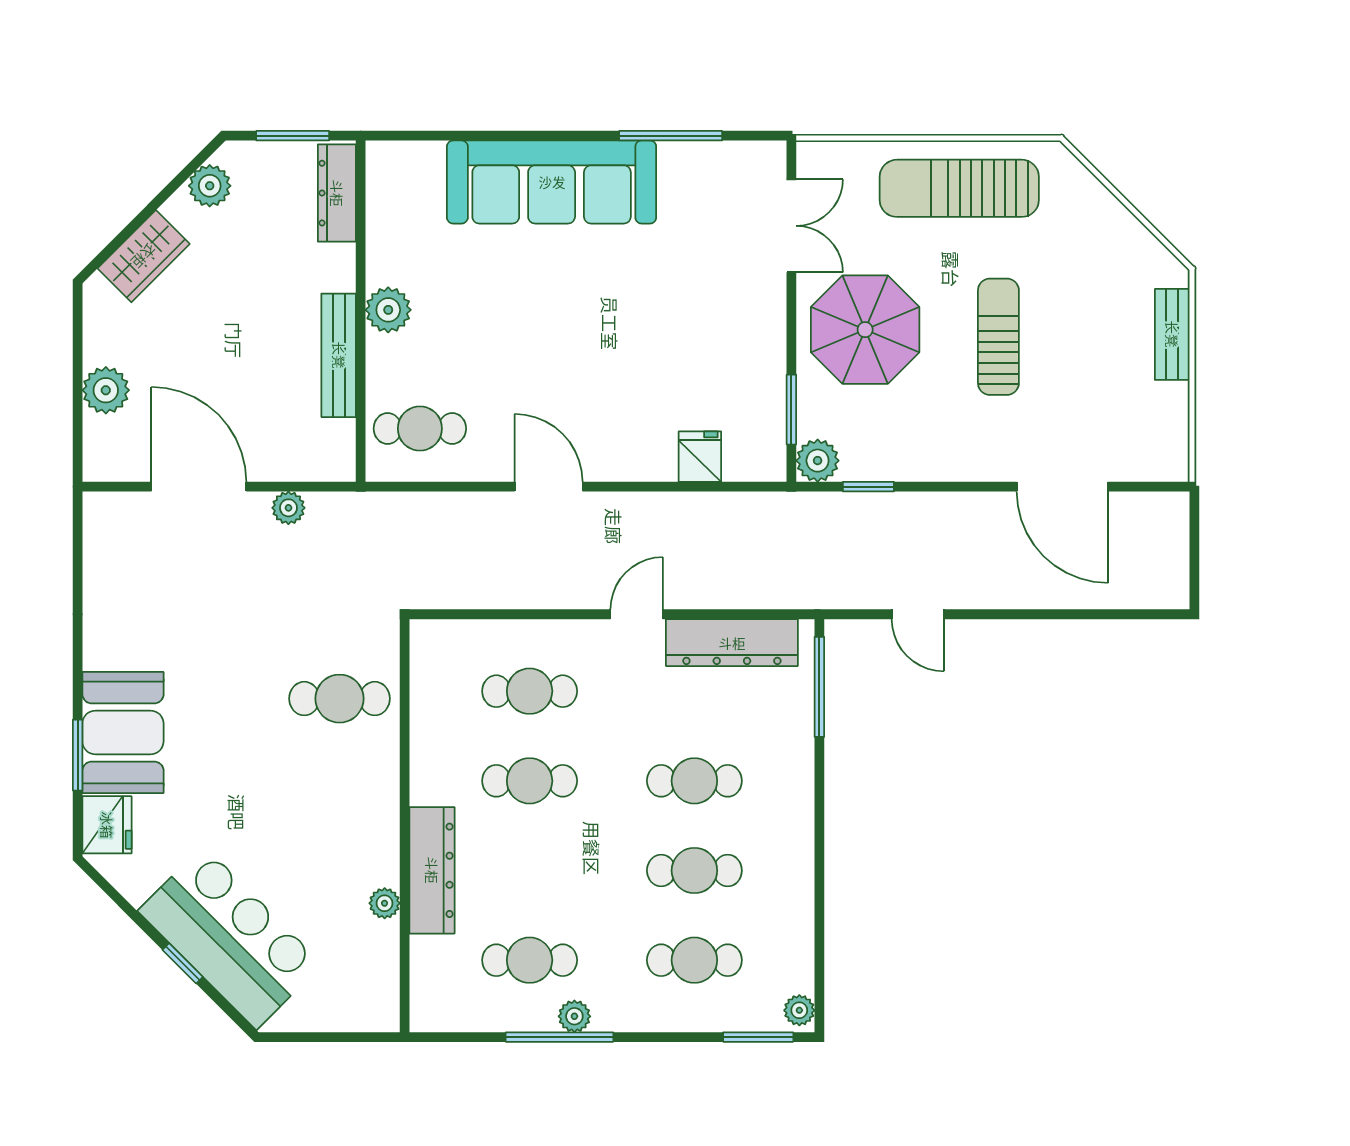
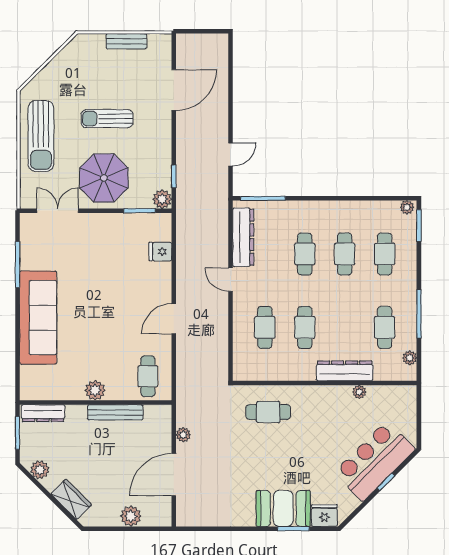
bench: (1172, 334) -> (126, 41), moved
cafe table: (339, 699) -> (268, 412), turned 90
plant: (574, 1016) -> (410, 358), moved

